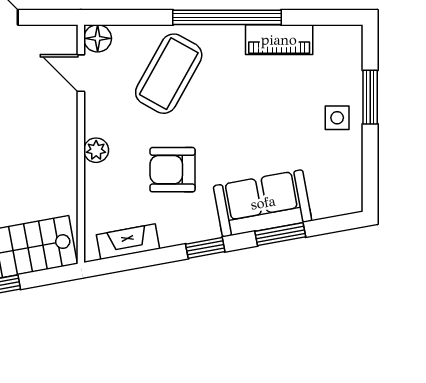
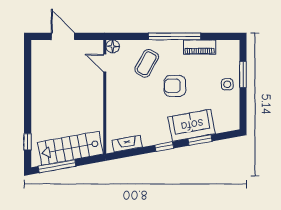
coffee table: (169, 74) -> (147, 63), width x0.73, depth x0.76
plant: (96, 150) -> (112, 100), removed
armchair: (173, 170) -> (175, 86), moved

